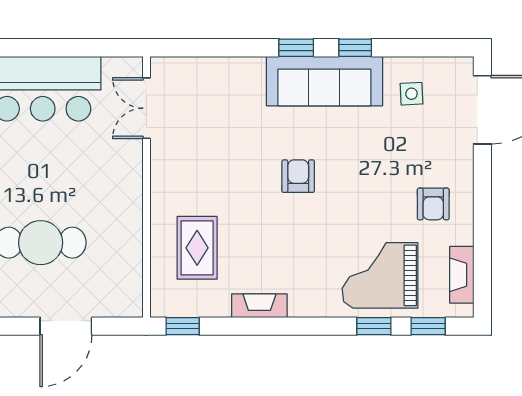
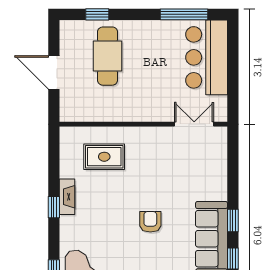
armchair: (298, 176) -> (150, 222), turned -90
window: (183, 326) -> (54, 207), moved

